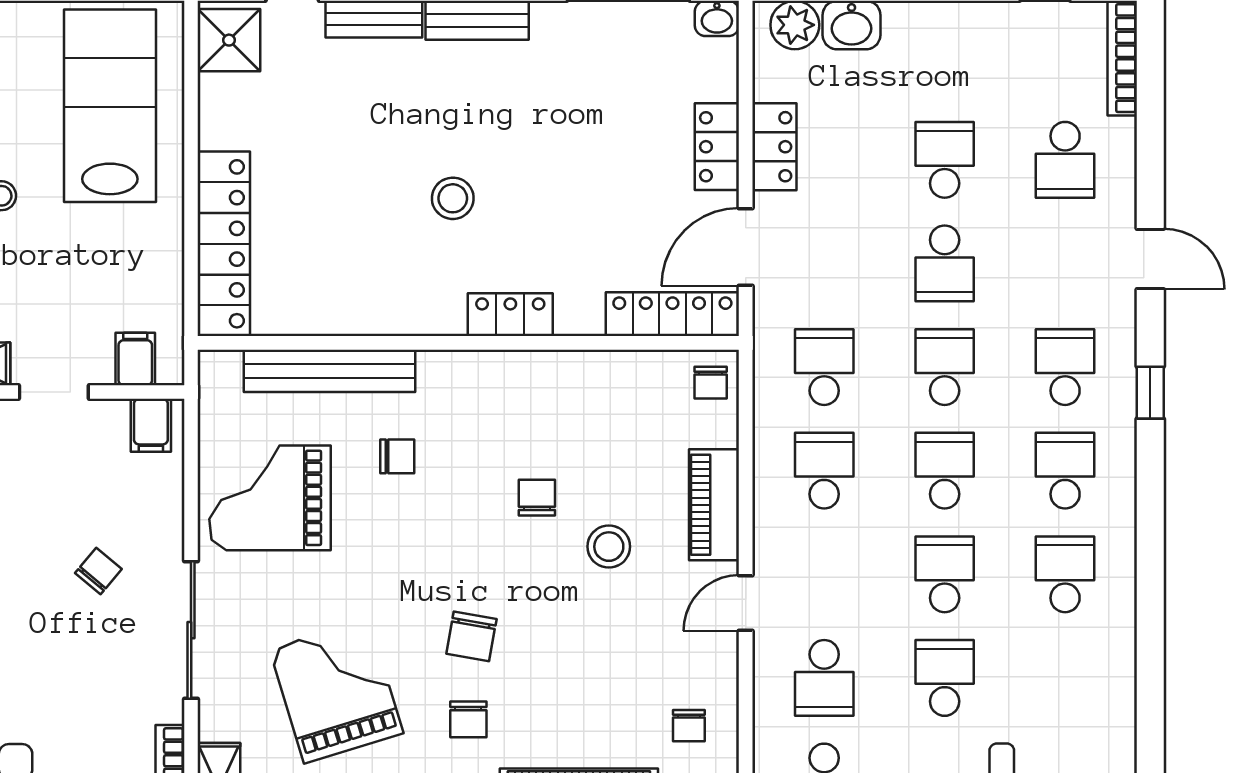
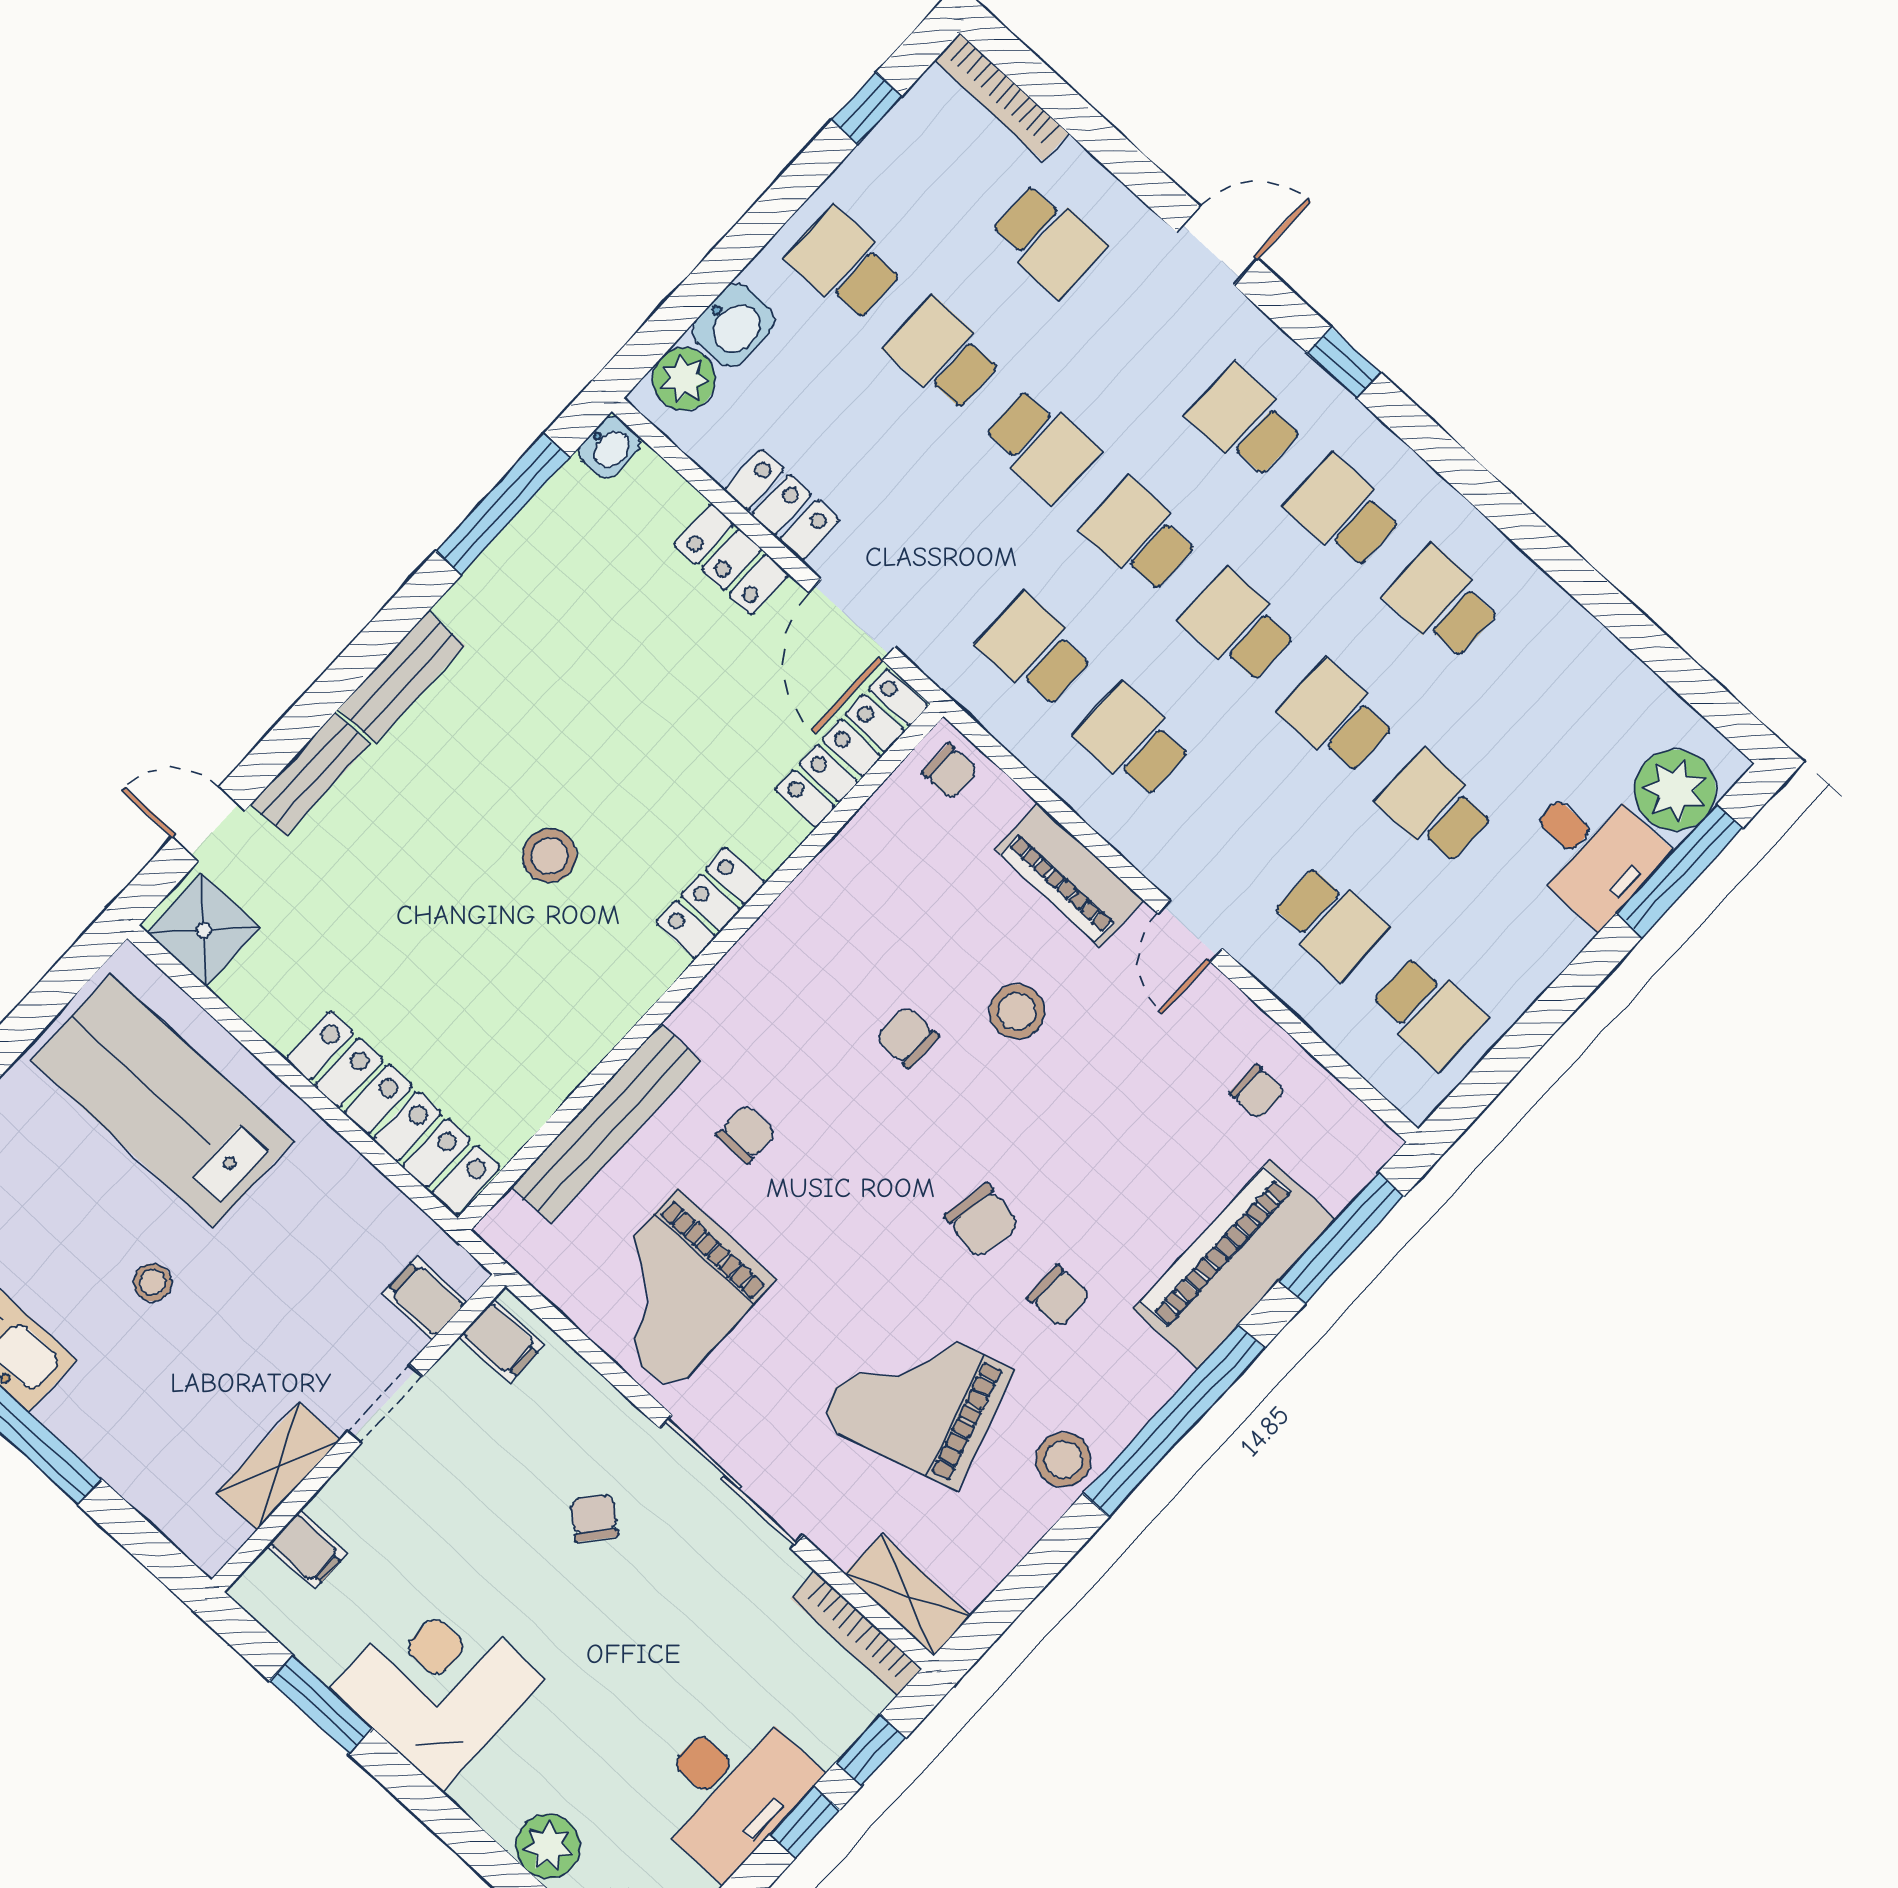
school desk: (945, 56) -> (844, 264), added

